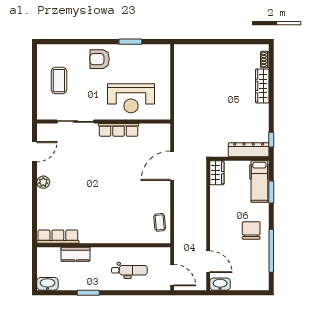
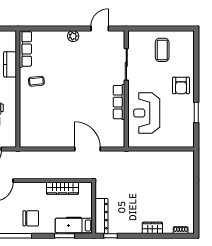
armchair: (100, 59) -> (181, 85), turned 180
coffee table: (59, 81) -> (162, 50), turned 90
wardrobe: (262, 86) -> (152, 228), width x0.67
door: (35, 152) -> (100, 28), swing flipped
wardrobe: (217, 173) -> (62, 188), moved, width x1.50
coffee table: (160, 222) -> (36, 81), moved

